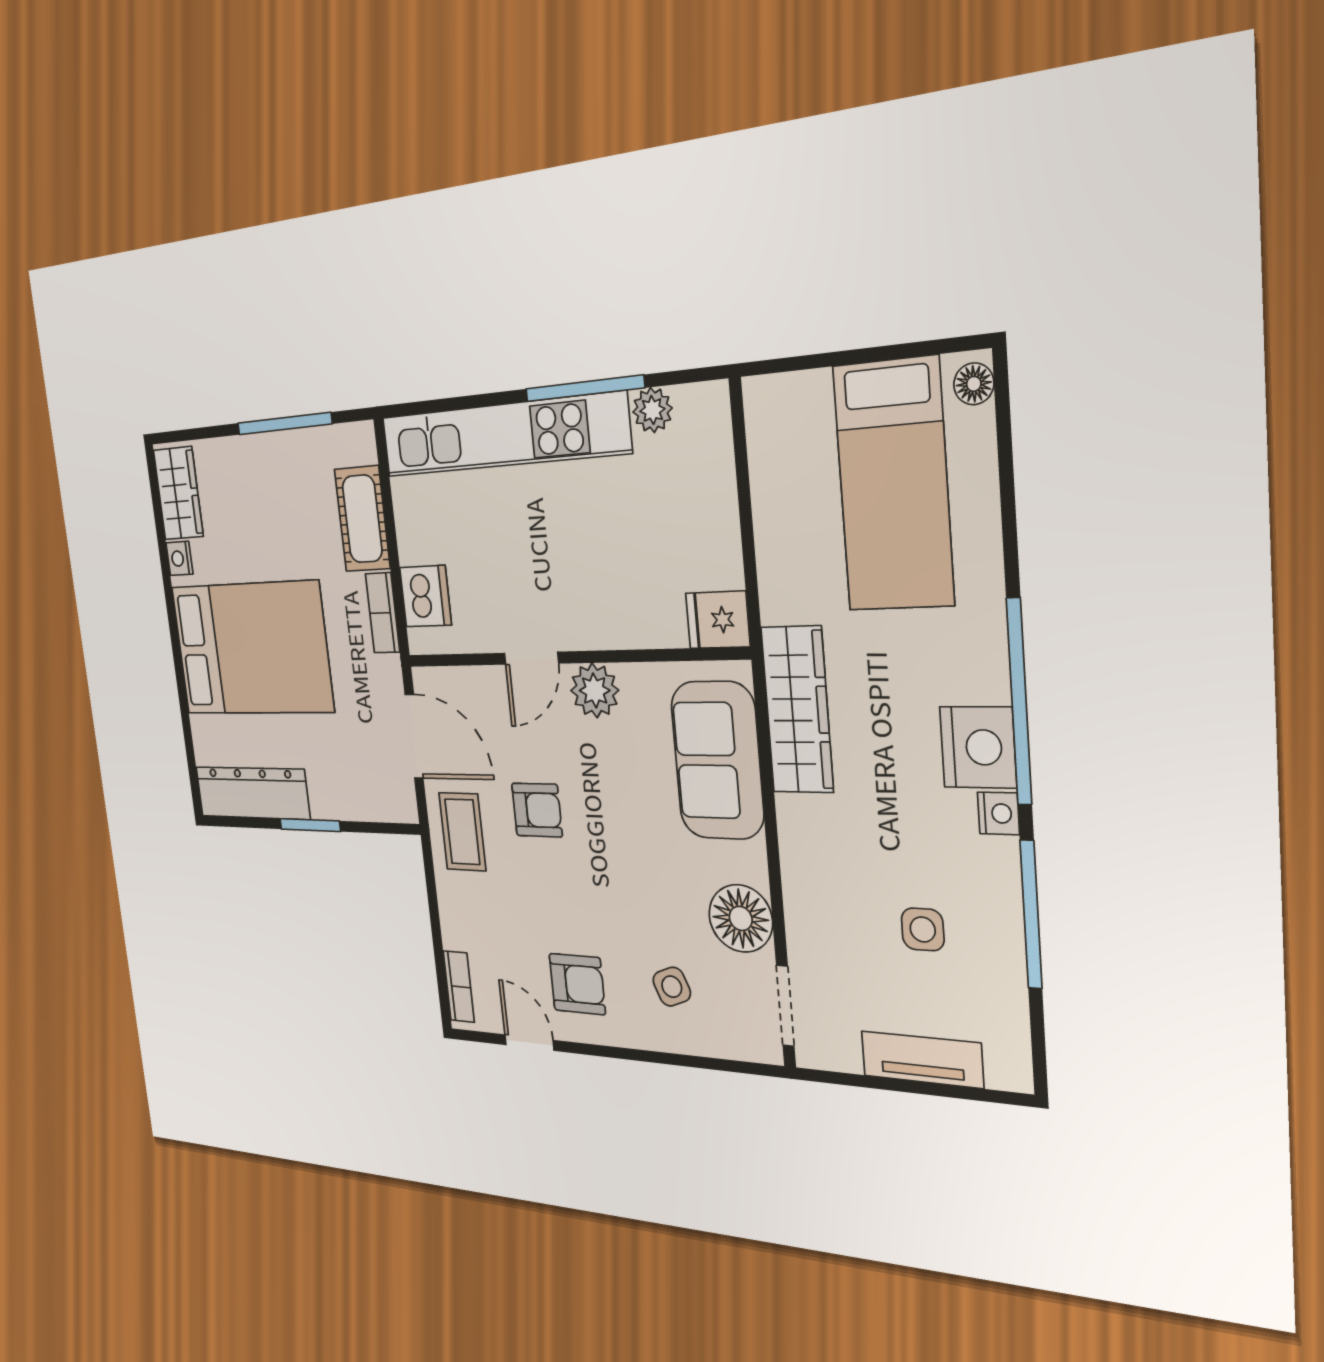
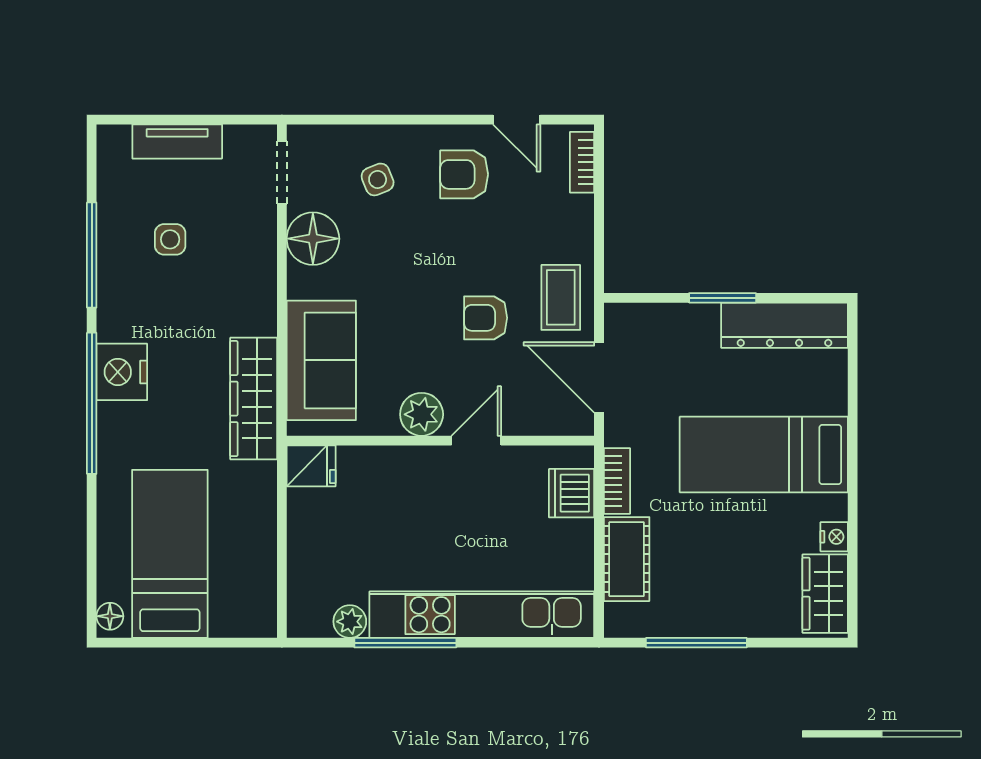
bed: (252, 649) -> (764, 454), width x0.67
nightstand: (998, 813) -> (110, 326), removed

